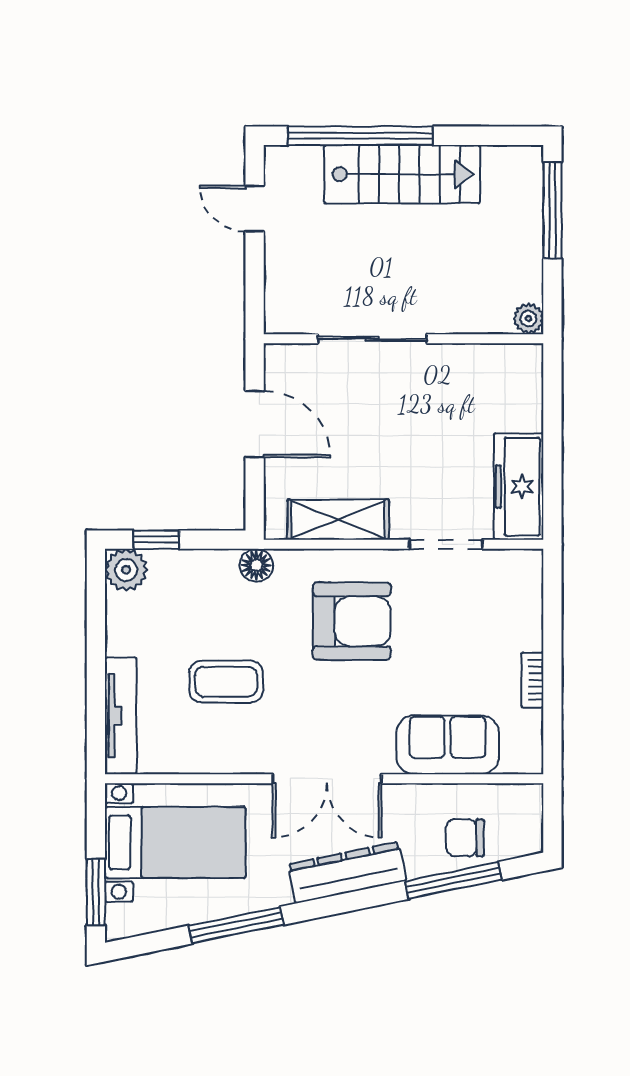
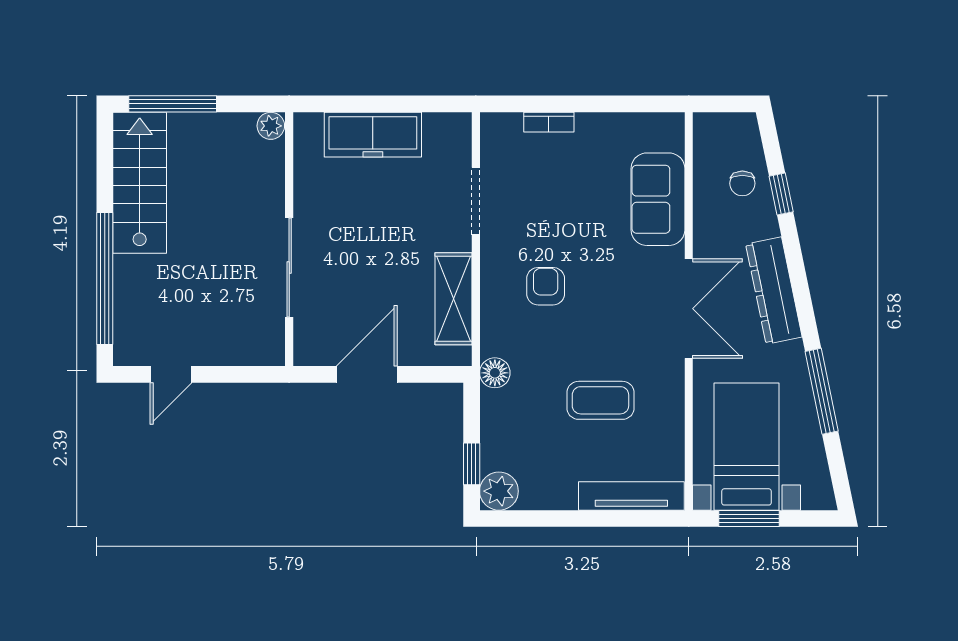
stairs: (402, 174) -> (140, 183), moved
freezer: (519, 487) -> (373, 135), moved
armchair: (352, 621) -> (546, 286), width x0.53, depth x0.53
bookcase: (532, 680) -> (549, 122), moved
coffee table: (226, 682) -> (600, 400), turned 90
chair: (465, 838) -> (742, 183), width x0.73, depth x0.73
window: (453, 880) -> (781, 194), width x0.46
window: (96, 892) -> (749, 519), moved

